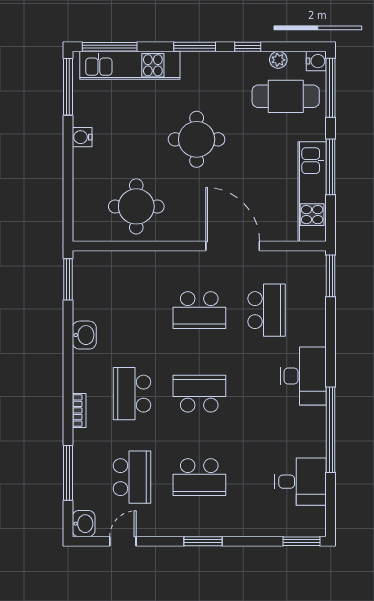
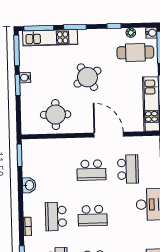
window: (195, 47) -> (75, 27), moved
round table: (197, 139) -> (87, 77), turned -32
window: (68, 150) -> (18, 85), added
school desk: (199, 394) -> (93, 216), turned 180

